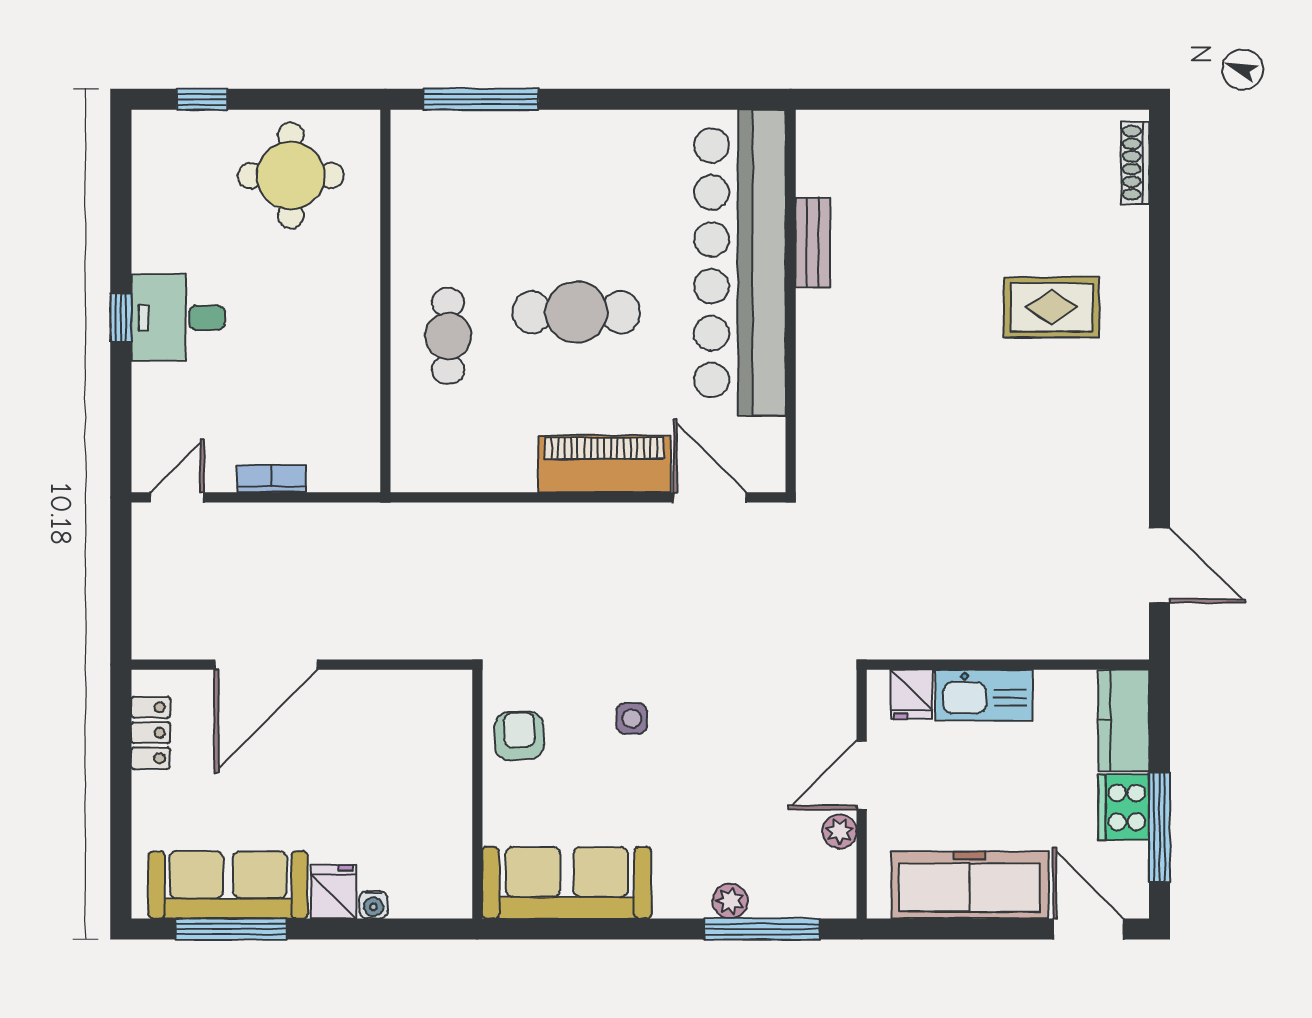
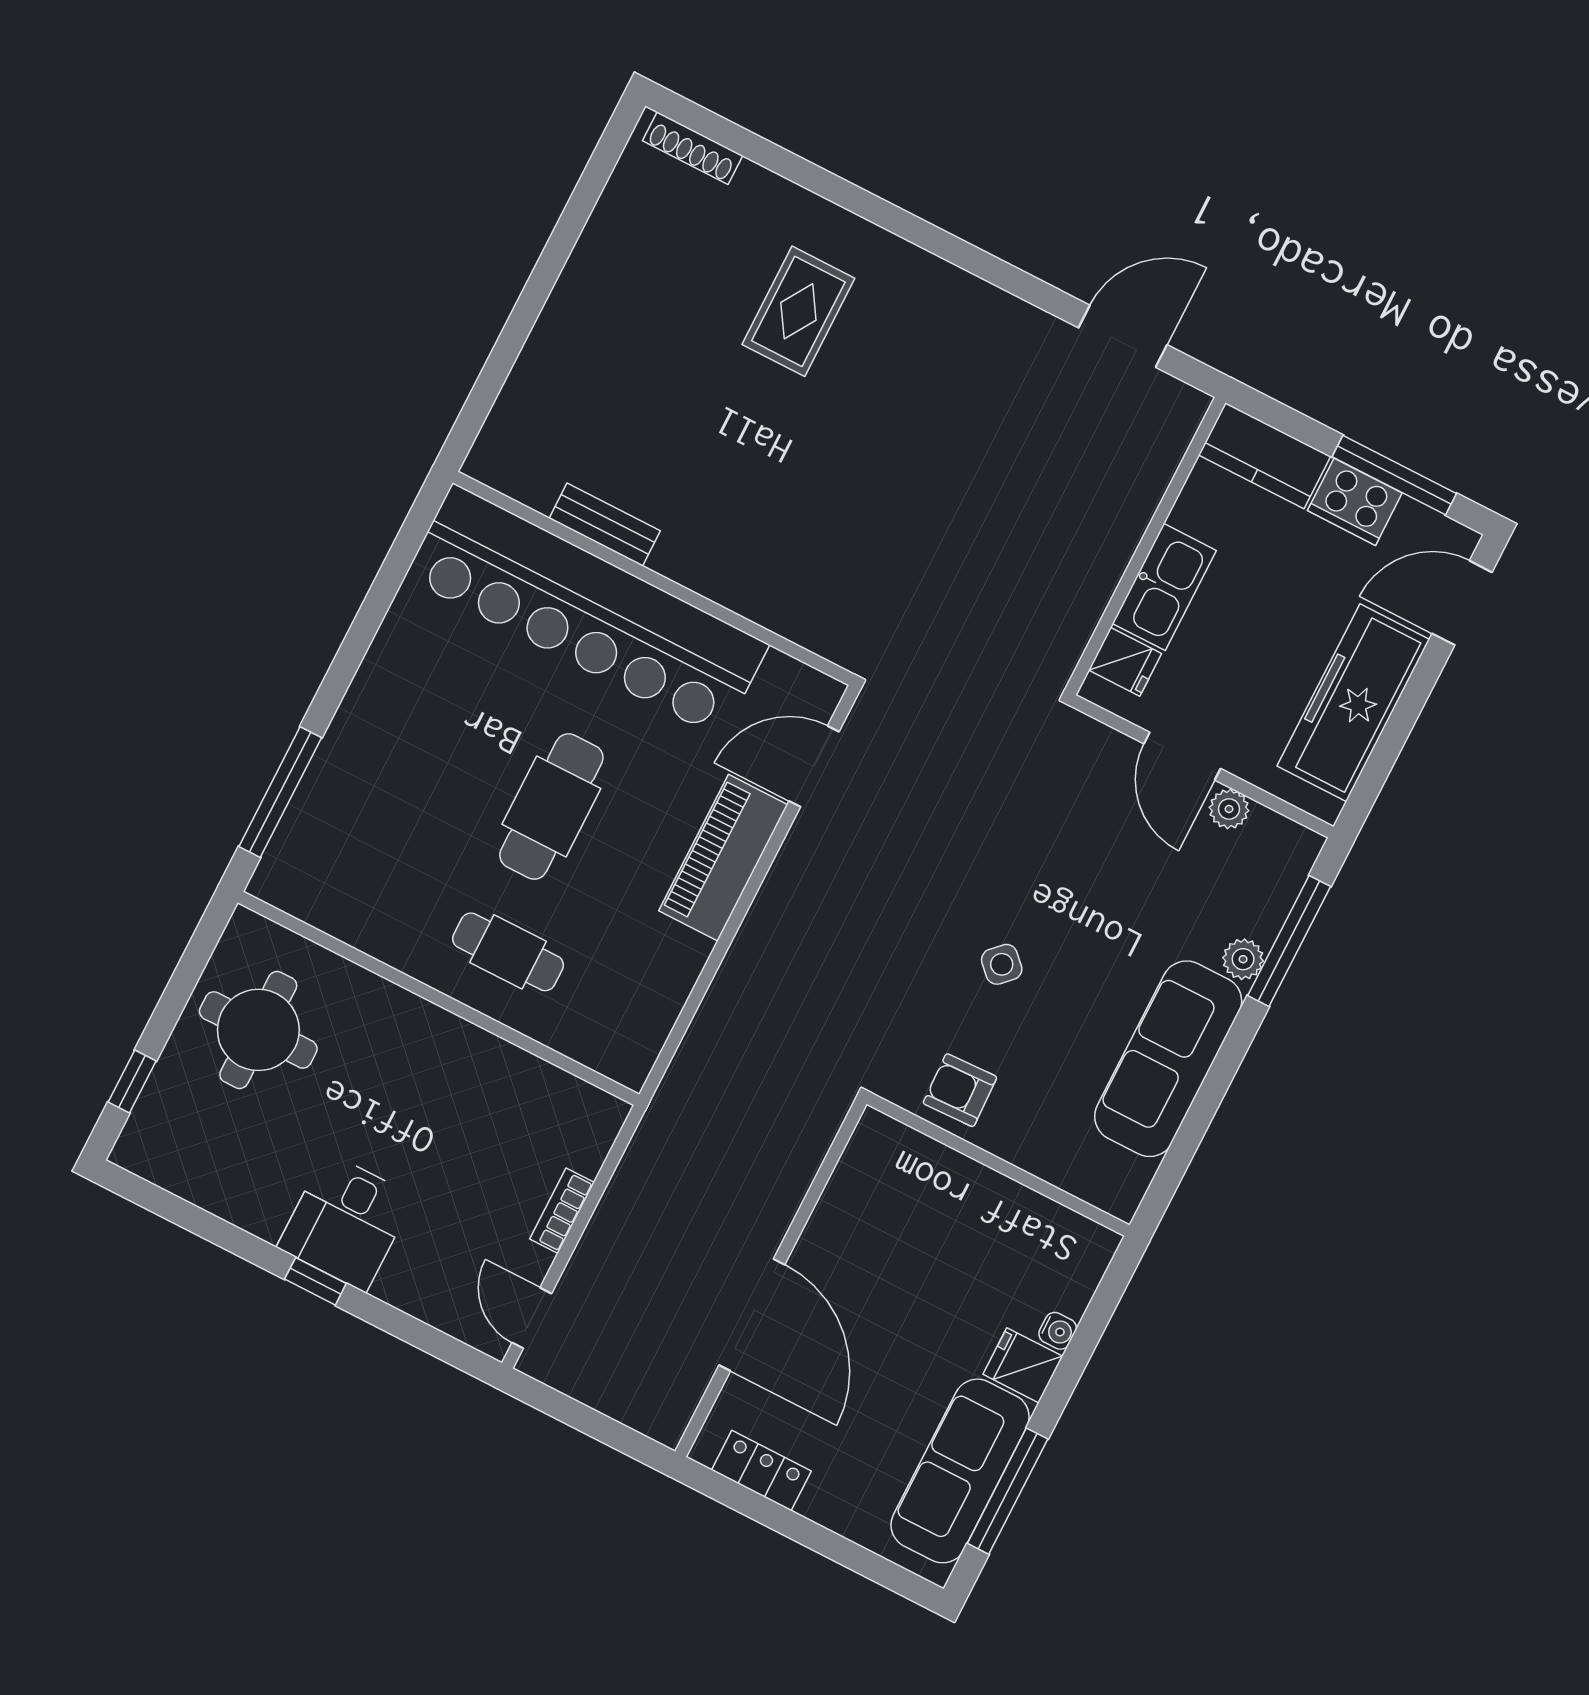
side table: (632, 718) -> (1002, 964), turned 45
sofa: (567, 883) -> (1168, 1059), moved

